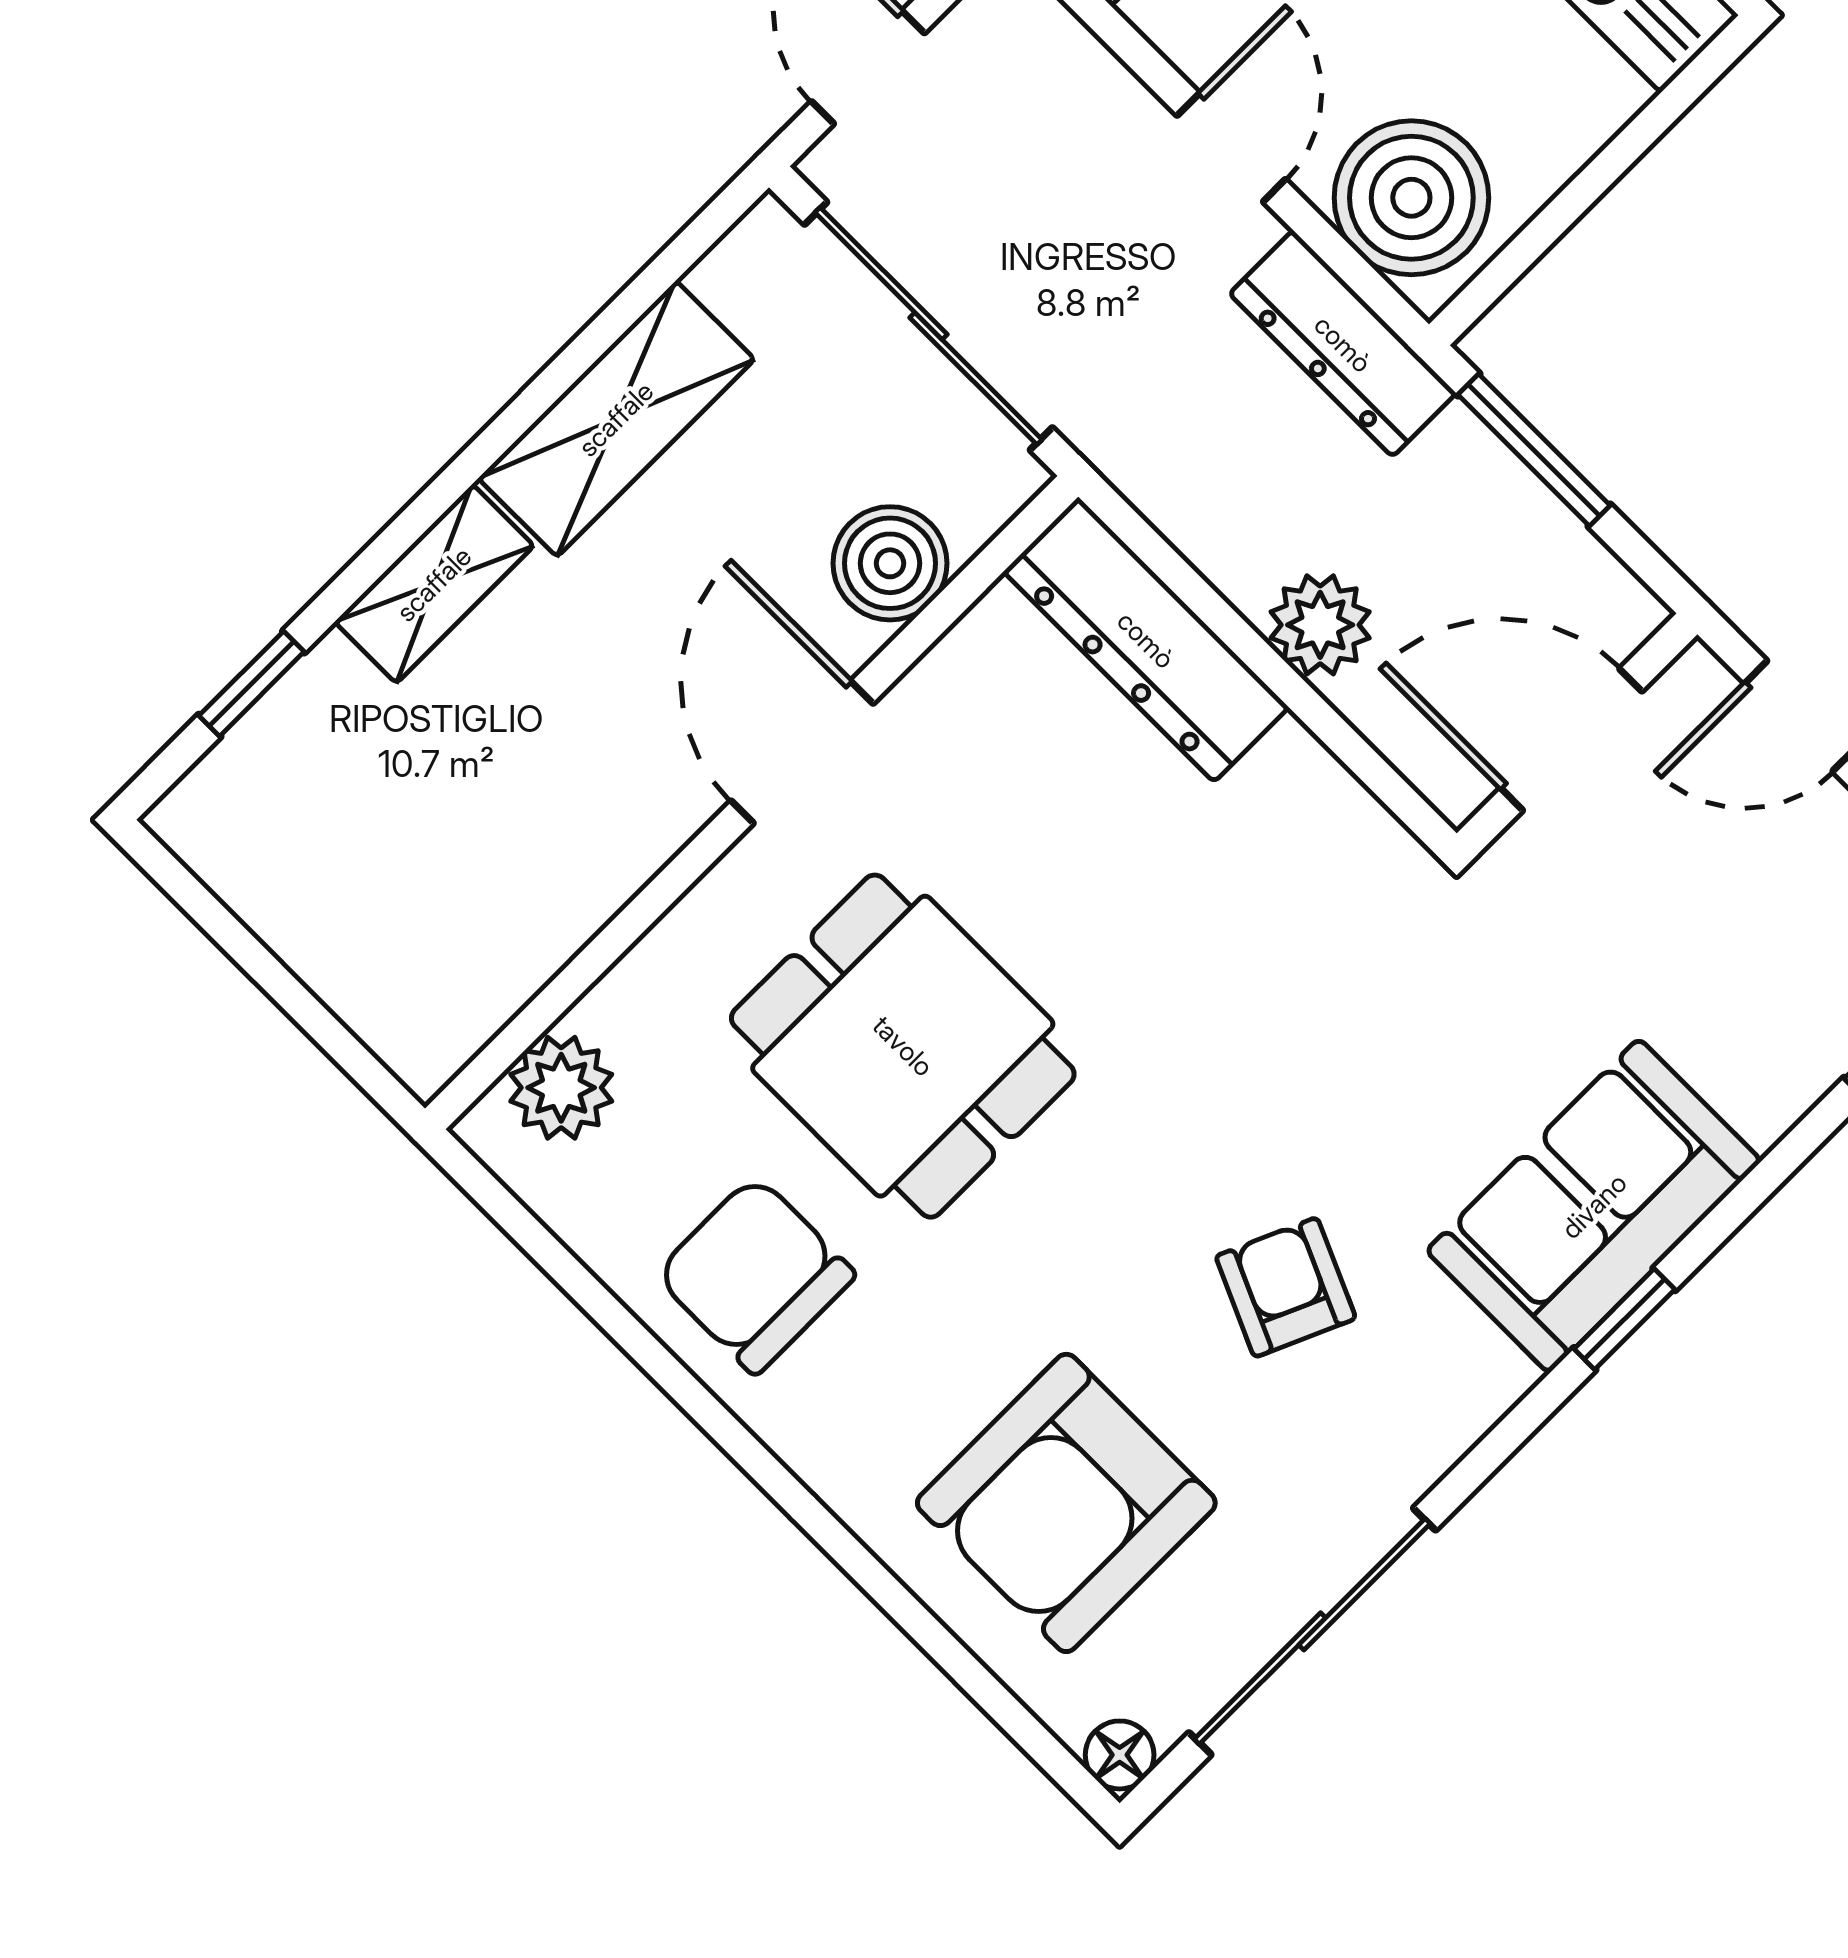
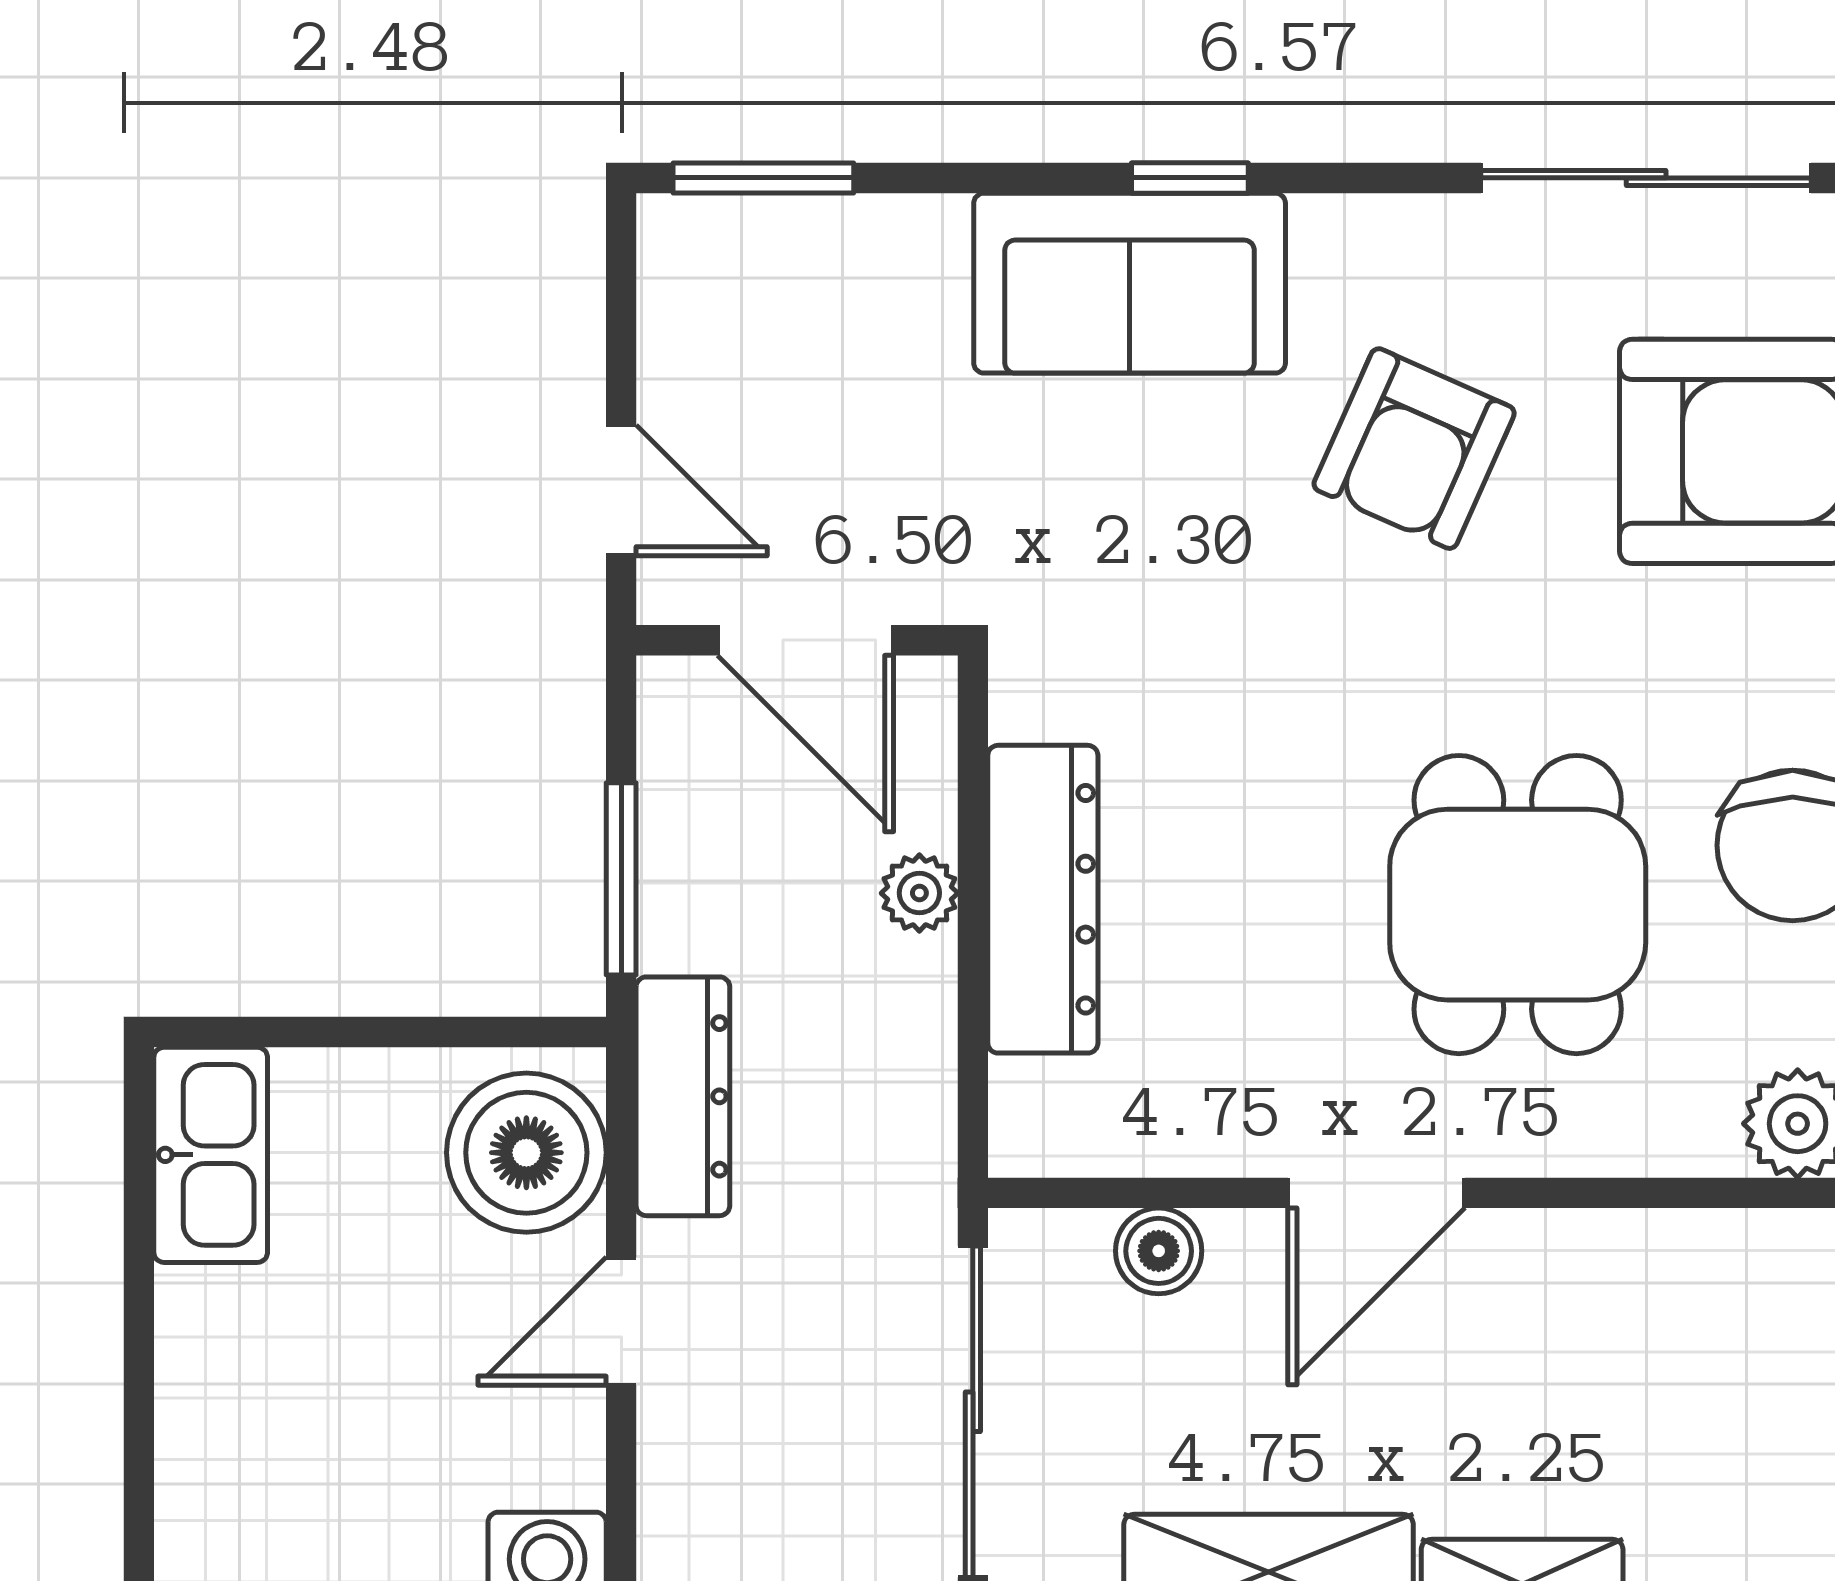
boiler: (890, 563) -> (1159, 1251), width x0.73, depth x0.73
plant: (1320, 625) -> (919, 893), width x0.73, depth x0.73
dresser: (1146, 640) -> (1043, 899), moved
armchair: (1286, 1287) -> (1414, 449), width x1.38, depth x1.38

